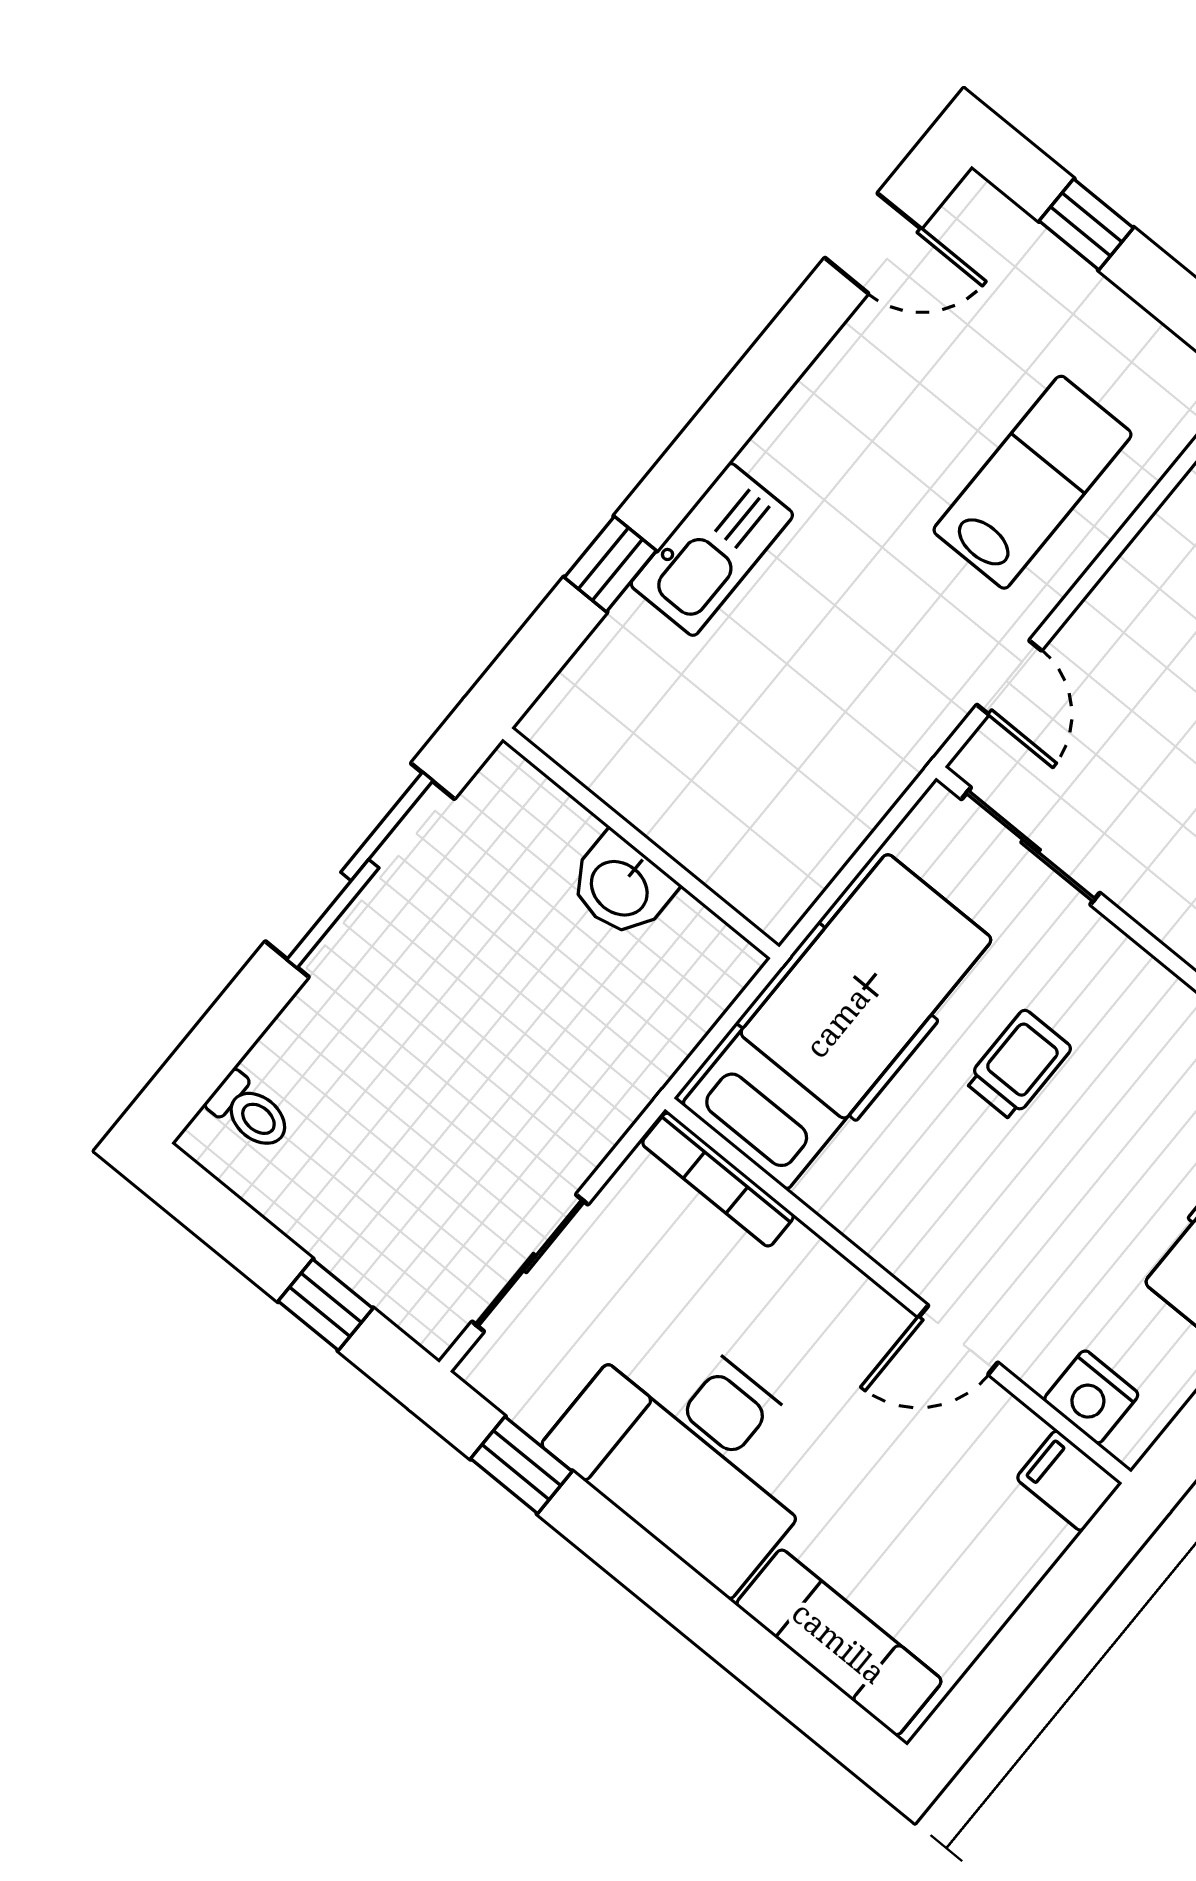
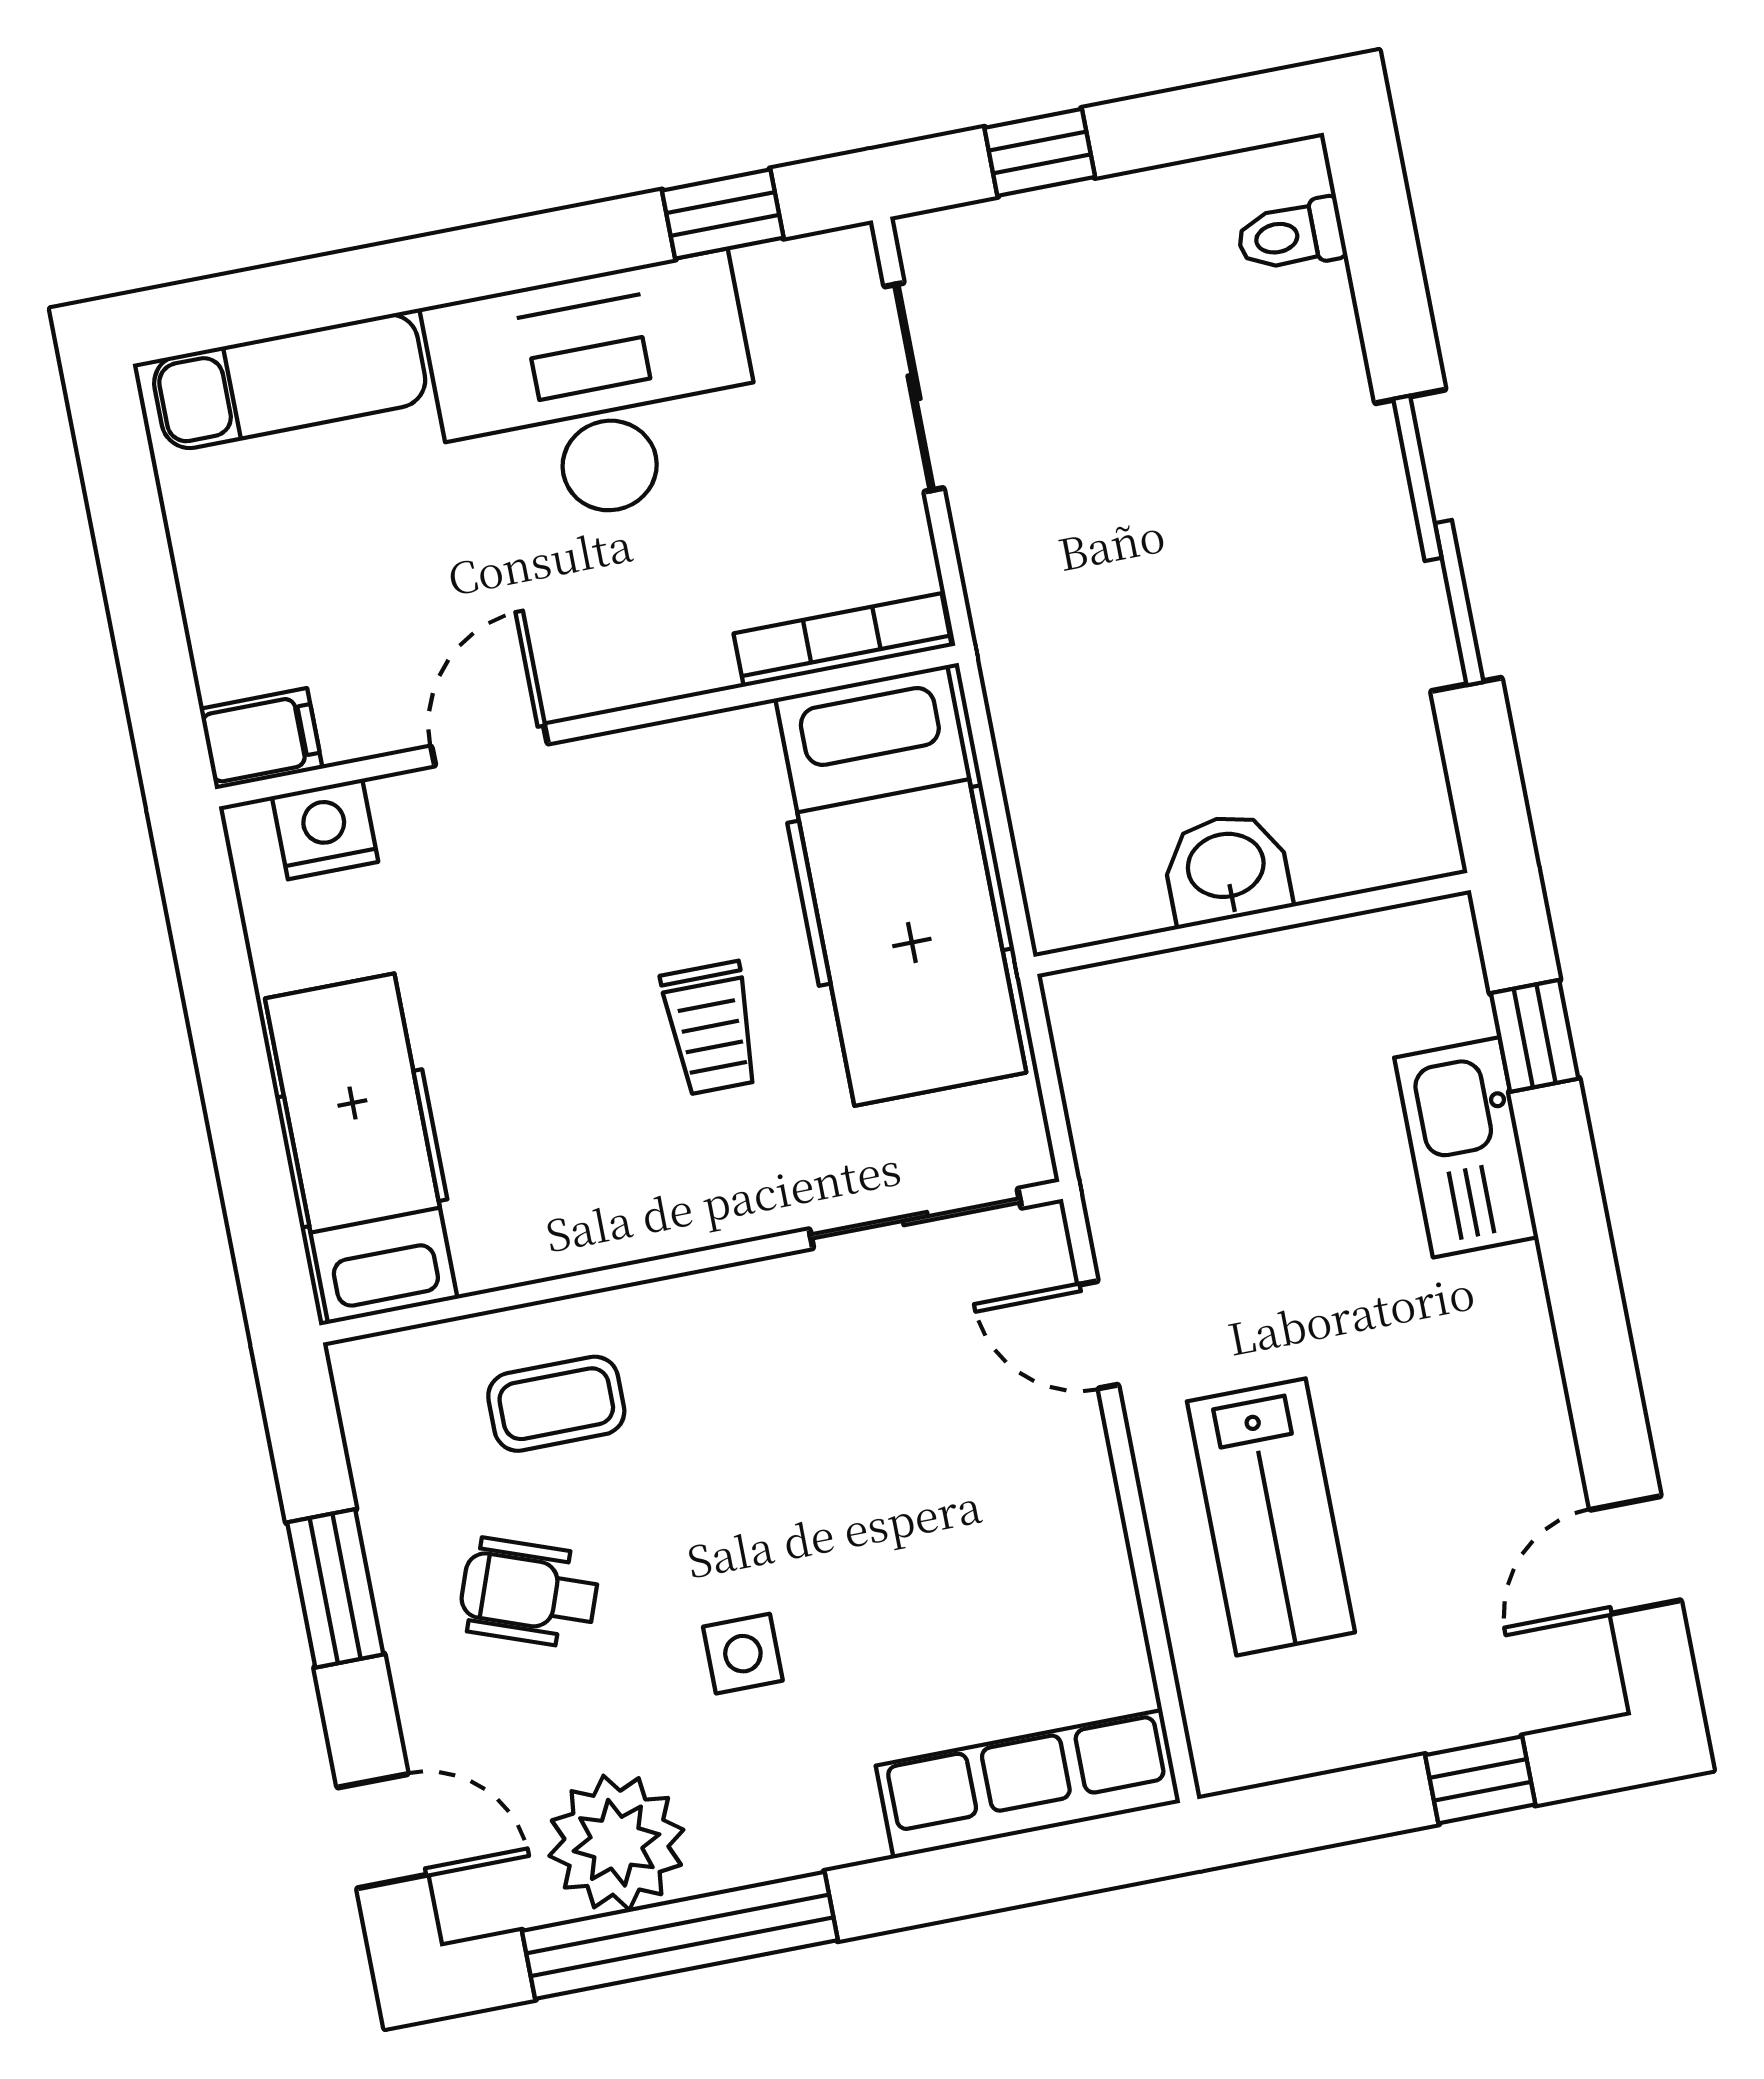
wall: (641, 843) -> (1252, 923), moved
washbasin: (621, 886) -> (1226, 868), moved

